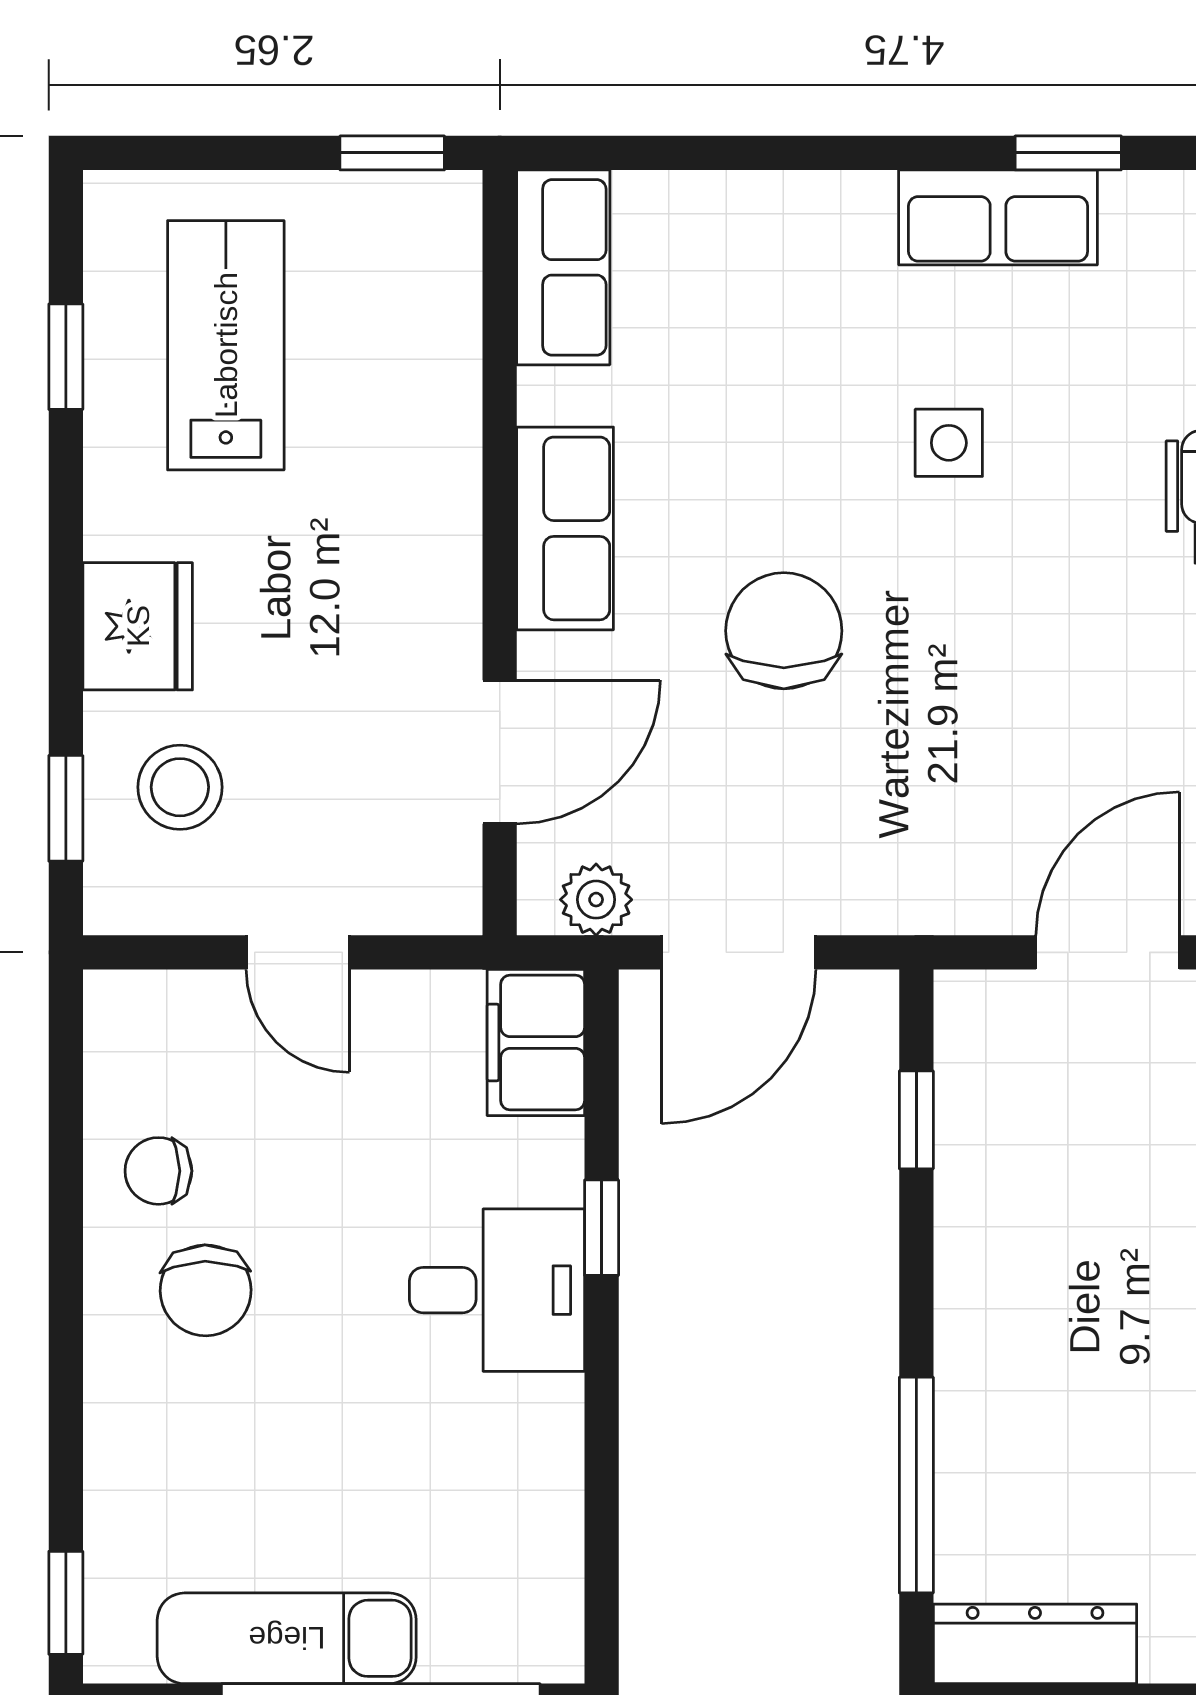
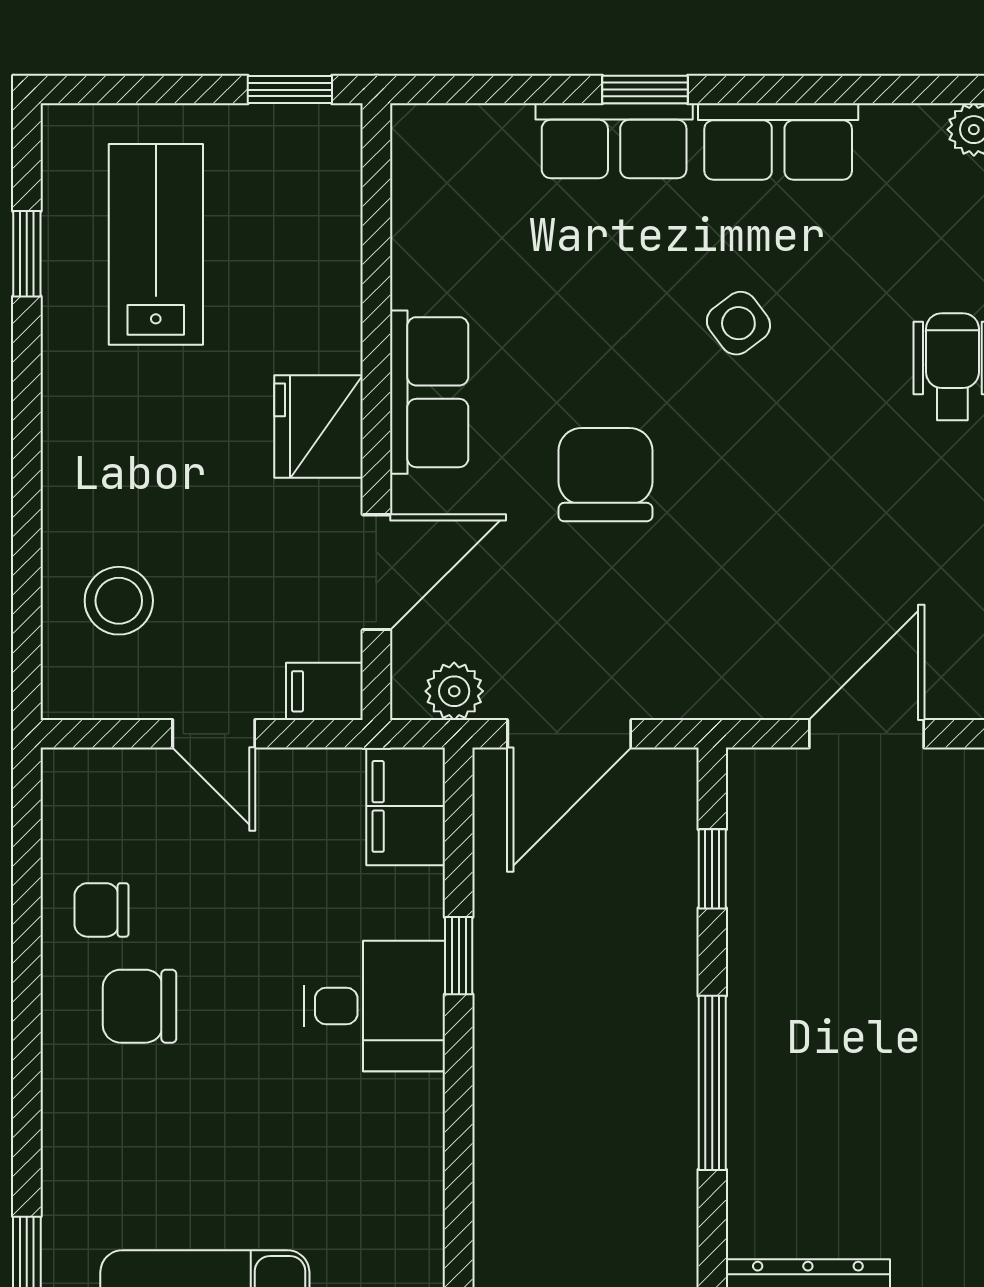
window: (1068, 153) -> (645, 90), moved
row of seats: (563, 267) -> (614, 141), moved, turned 90
side table: (949, 443) -> (738, 323), turned -37
fridge: (138, 626) -> (319, 427), moved, turned 180
window: (66, 808) -> (27, 618), removed
filing cabinet: (435, 900) -> (324, 691), added
chair: (206, 1290) -> (139, 1006), turned 91
window: (916, 1485) -> (712, 1083), moved

